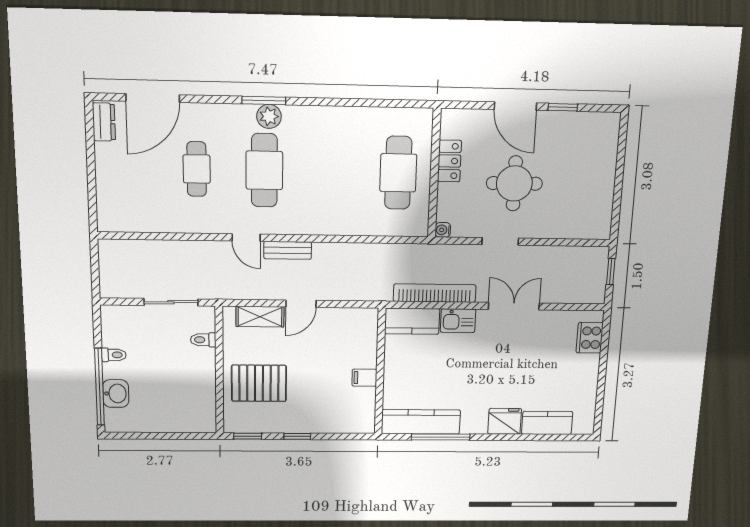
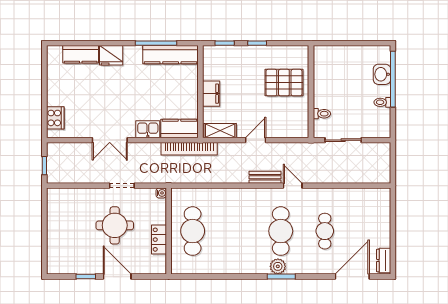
bookcase: (435, 293) -> (189, 149), moved
shelving: (260, 317) -> (220, 131), moved
filing cabinet: (364, 378) -> (211, 94), width x2.00
window: (248, 436) -> (225, 43), moved

